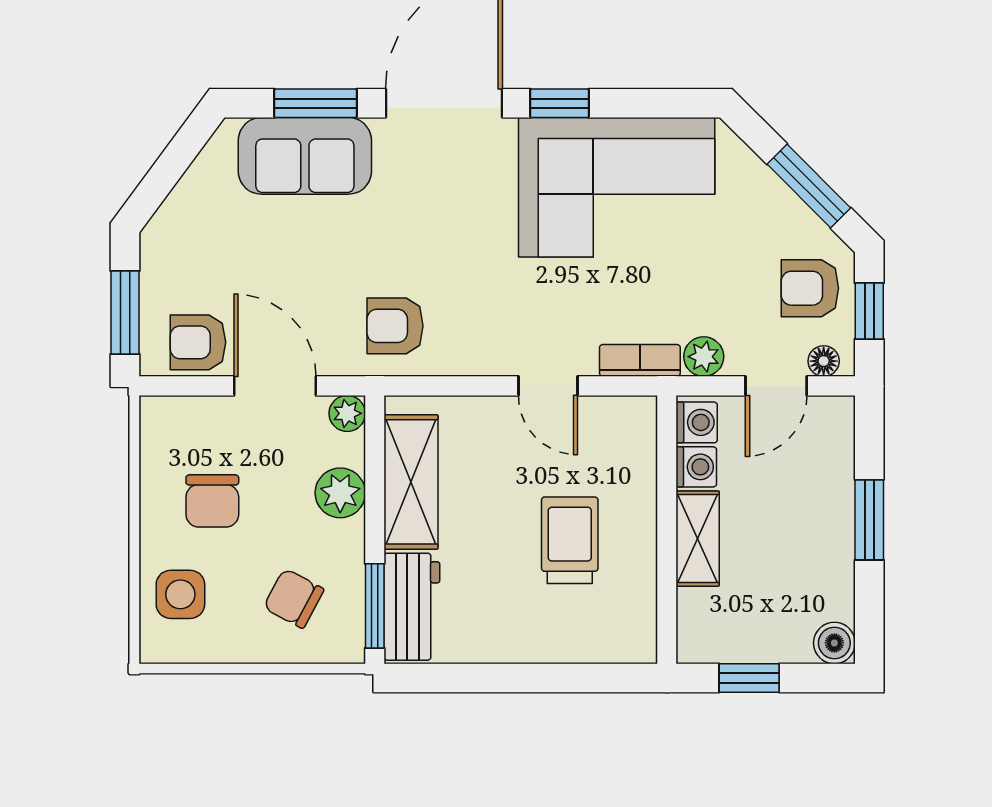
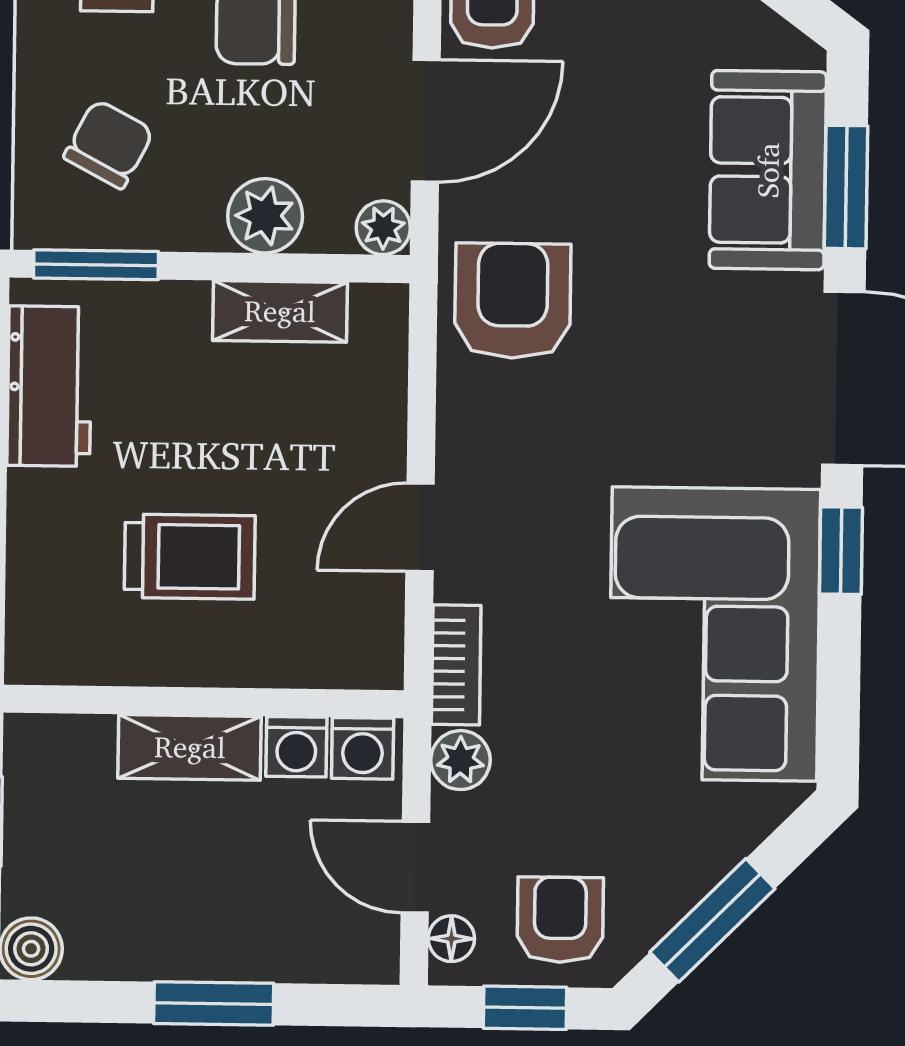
armchair: (395, 326) -> (513, 301), width x1.38, depth x1.38
shelving: (411, 482) -> (280, 311), width x0.67, depth x0.75
workbench: (412, 607) -> (49, 386), moved, turned -90

